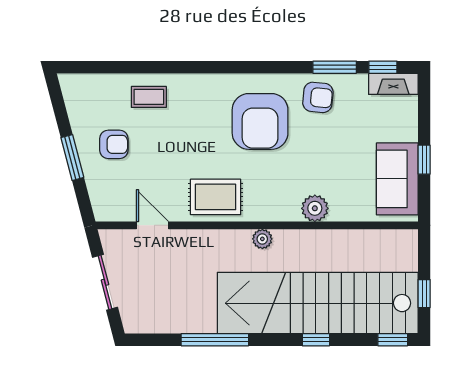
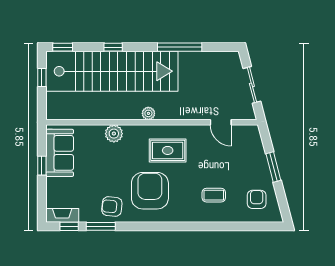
coffee table: (149, 97) -> (214, 195), moved
armchair: (114, 144) -> (257, 199), moved, turned 90
rug: (216, 197) -> (168, 150), moved

